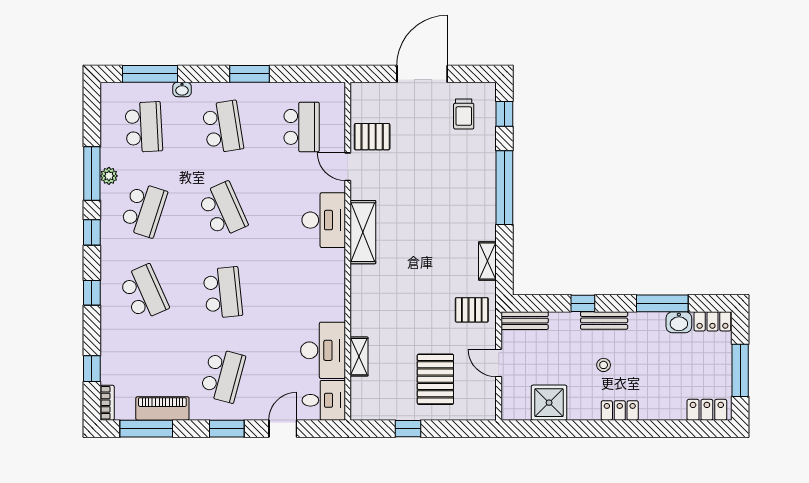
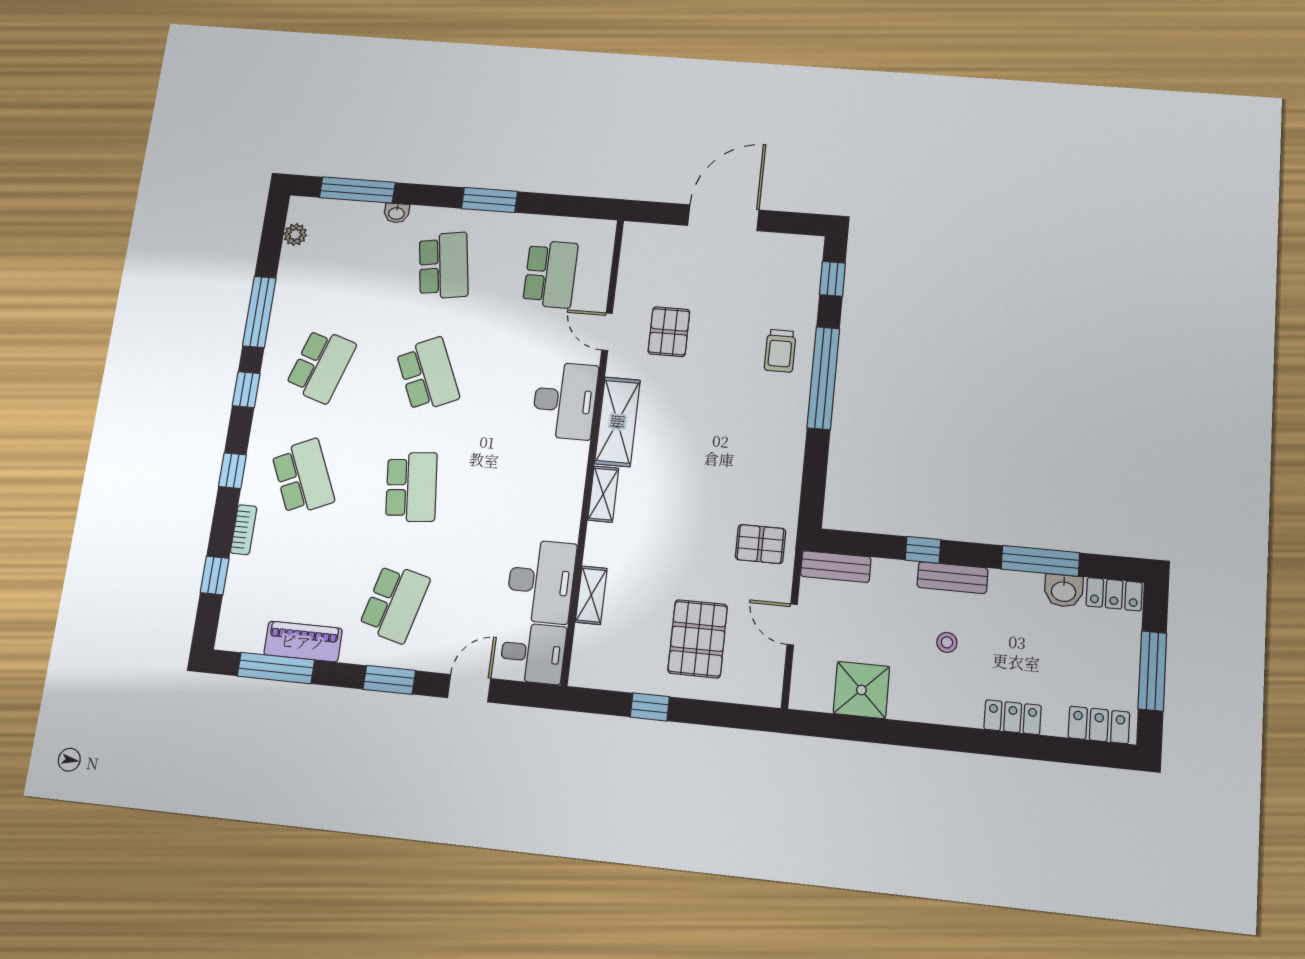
trolley: (464, 114) -> (780, 351), moved
school desk: (144, 127) -> (338, 257), removed
pallet: (372, 137) -> (669, 332), moved, turned 90
plant: (109, 176) -> (295, 235), moved
shelving: (487, 261) -> (603, 494), moved
bookcase: (107, 403) -> (244, 530), moved
locker: (620, 410) -> (1013, 717), moved

